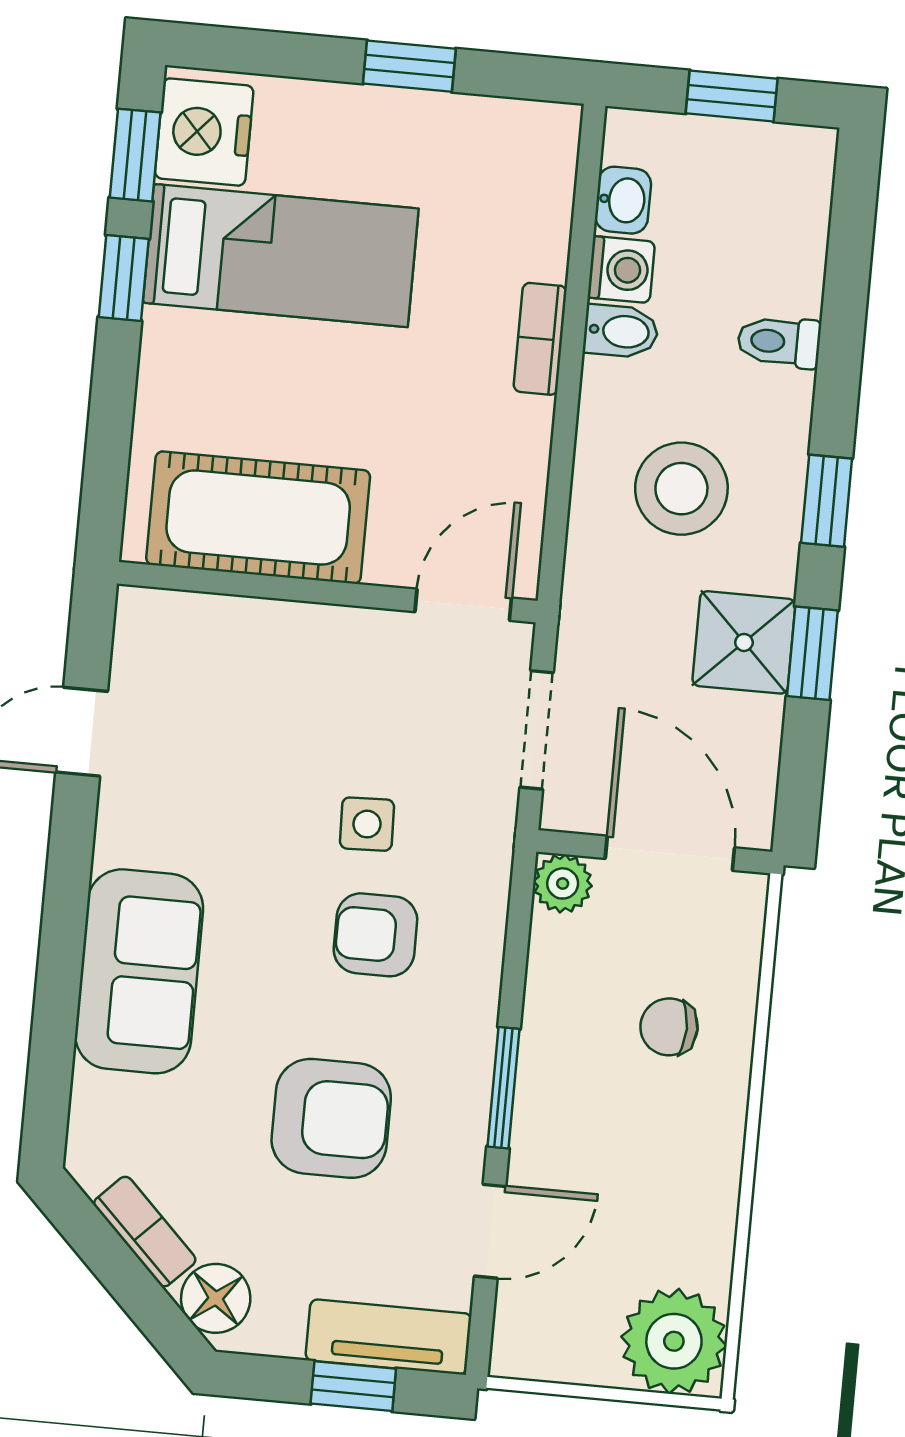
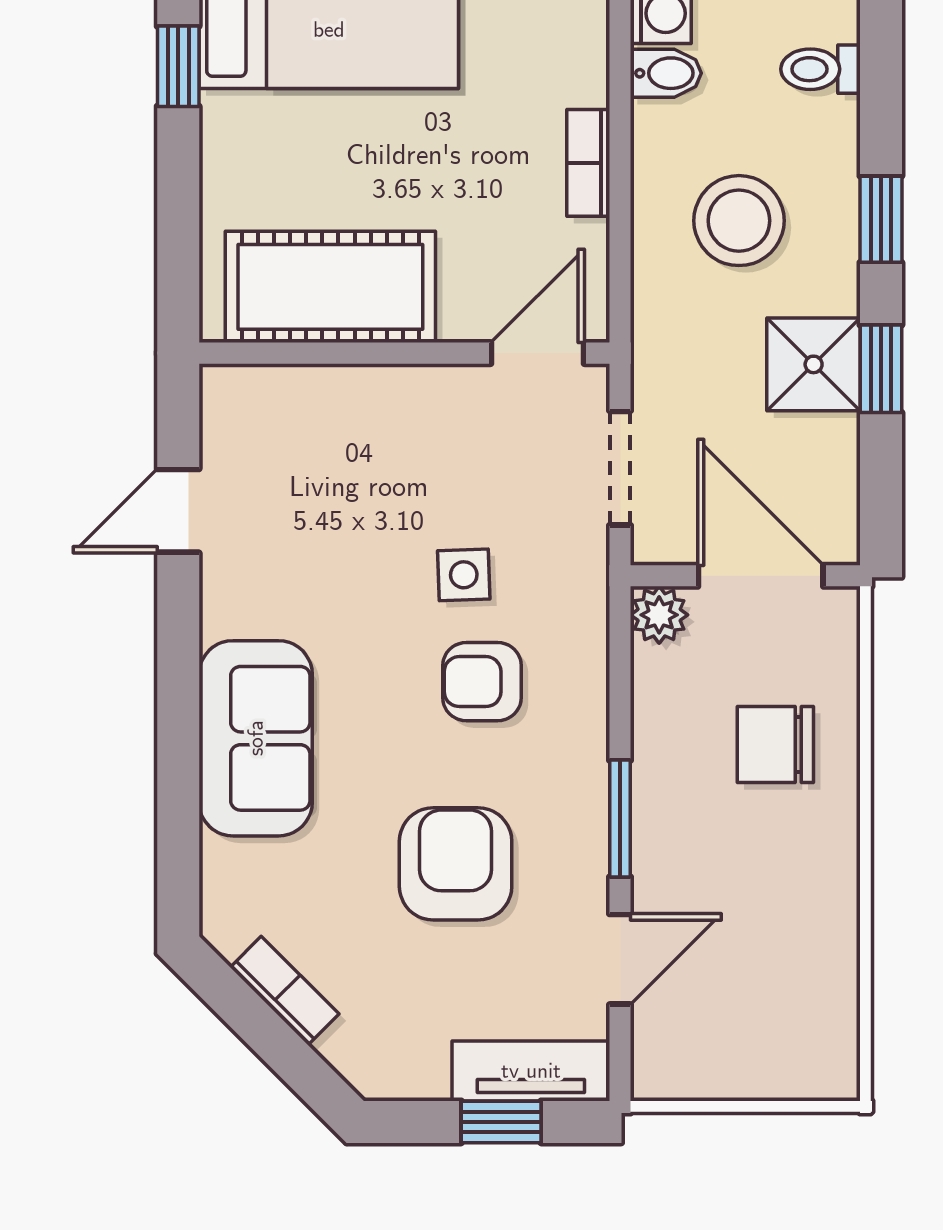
bookcase: (540, 339) -> (588, 163), moved
chair: (669, 1027) -> (775, 745), width x1.37, depth x1.37
armchair: (331, 1118) -> (456, 864), turned -90
floor lamp: (216, 1298) -> (360, 1049), removed
plant: (674, 1341) -> (808, 1049), removed

